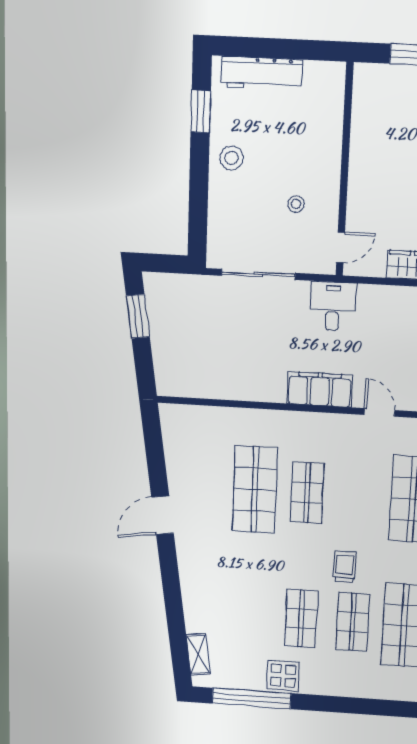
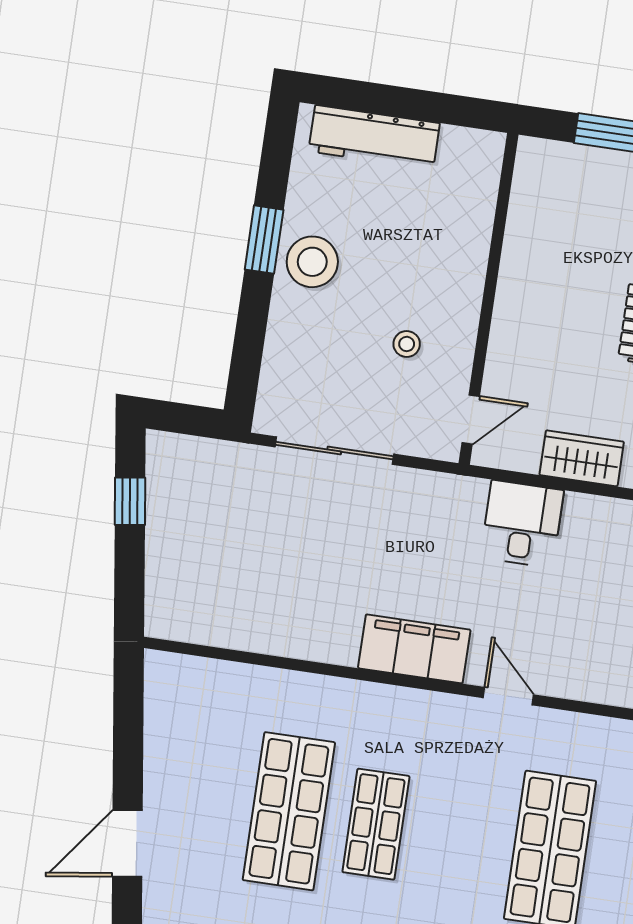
window: (201, 112) -> (264, 240), moved
stool: (231, 158) -> (312, 262), width x1.38, depth x1.38
desk: (333, 306) -> (522, 524), moved
window: (138, 316) -> (130, 501), width x0.67

